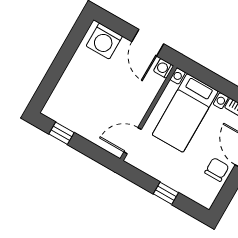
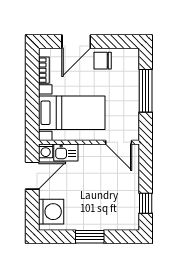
window: (60, 63) -> (90, 237), added
kitchen sink: (151, 86) -> (66, 153), added
window: (166, 193) -> (146, 91), width x2.17

